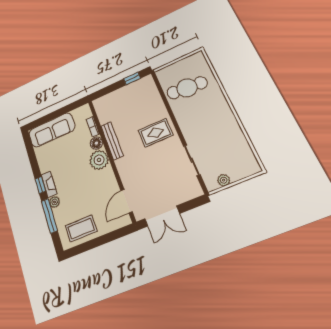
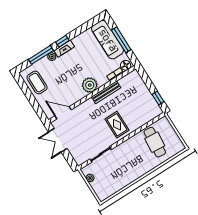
window: (56, 114) -> (121, 40), added
floor lamp: (96, 143) -> (126, 65), moved

